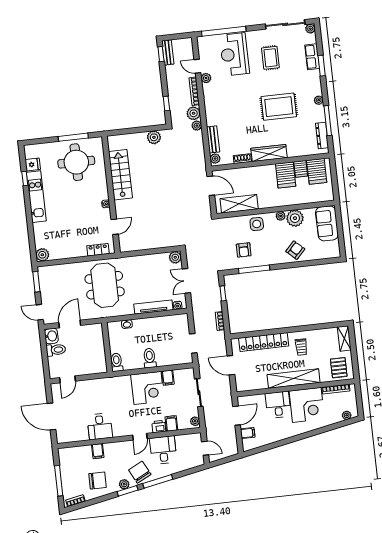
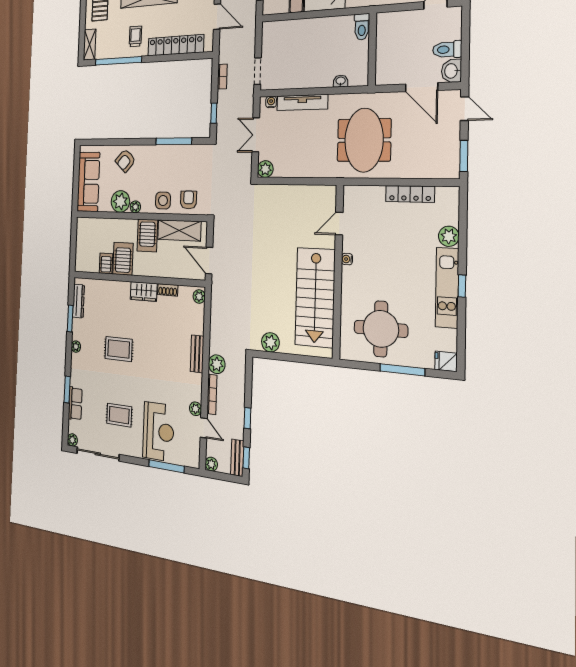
window: (224, 31) -> (167, 466), width x0.68
rug: (270, 58) -> (119, 415), turned 90
window: (166, 104) -> (247, 418), moved
rug: (279, 107) -> (119, 349), width x0.73, depth x0.70
window: (328, 121) -> (70, 318), width x0.69
plant: (197, 126) -> (211, 464), moved
window: (73, 137) -> (402, 370), moved
bench: (213, 139) -> (197, 354), moved
wardrobe: (269, 153) -> (144, 291), width x0.67
fridge: (33, 165) -> (446, 361), moved
server rack: (317, 171) -> (147, 235), moved, turned 180
stairs: (120, 175) -> (315, 297), width x1.36, depth x1.51
window: (25, 179) -> (462, 286), moved
sofa: (327, 223) -> (88, 182), width x1.36
locker: (98, 250) -> (410, 194), moved, width x1.53
armchair: (244, 250) -> (188, 200), moved
plant: (42, 255) -> (449, 236), moved
double door: (186, 281) -> (256, 135), swing flipped
door: (70, 324) -> (422, 87), hinge flipped
window: (314, 327) -> (118, 61), added
doorway: (193, 343) -> (258, 71), moved
toilet: (150, 358) -> (317, 31), removed

